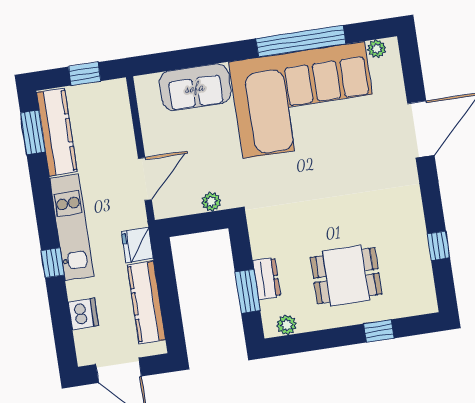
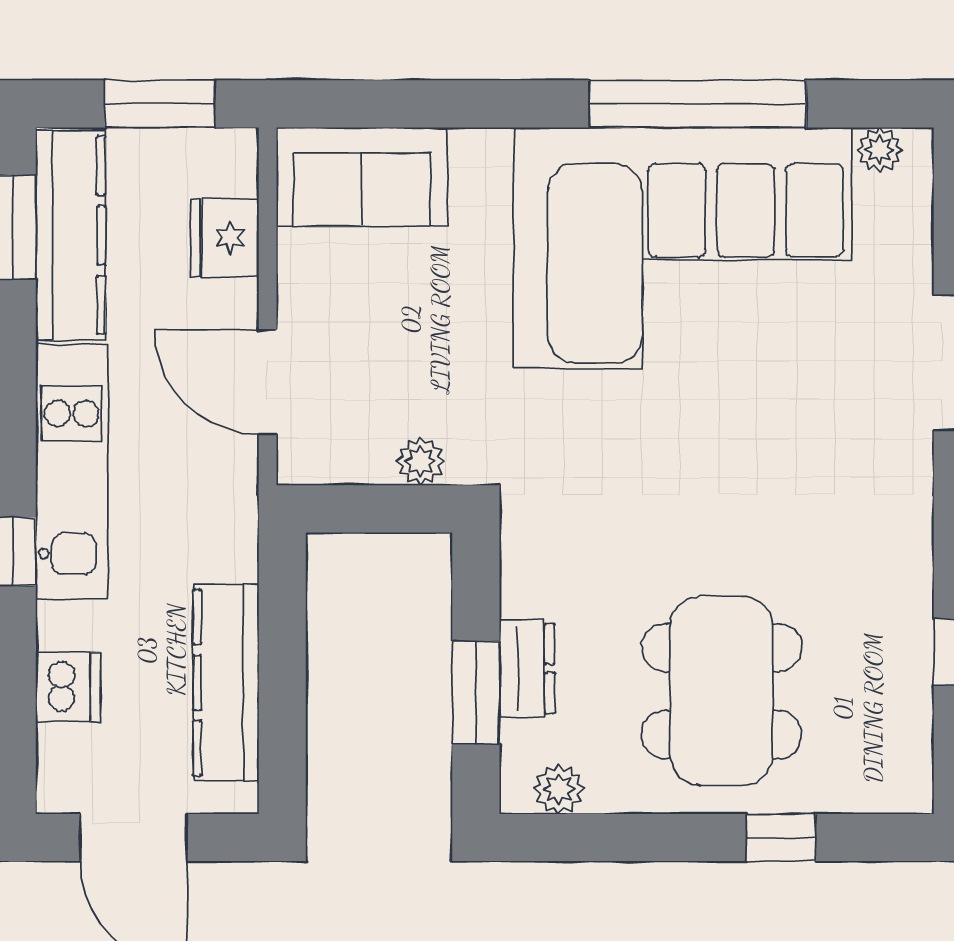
window: (85, 74) -> (160, 104), width x1.50
sofa: (195, 87) -> (362, 177), moved
door: (145, 179) -> (268, 382), swing flipped
fridge: (137, 245) -> (225, 238), moved
dining table: (346, 276) -> (722, 691), width x1.38

